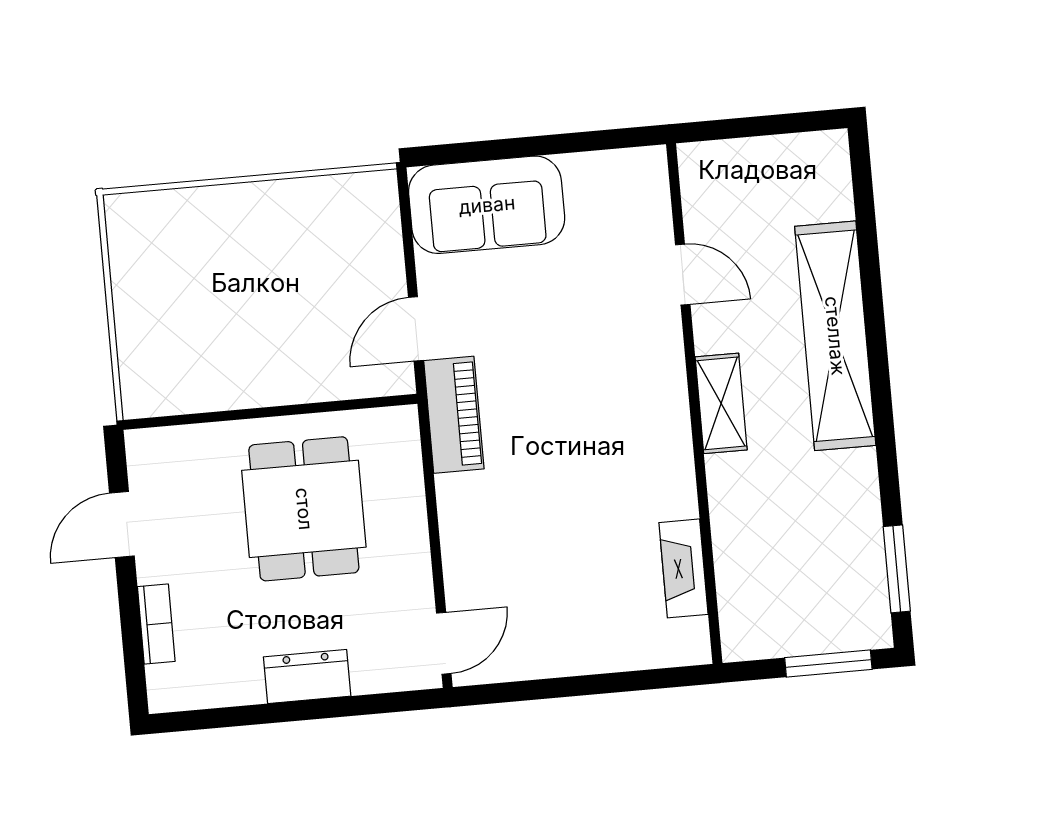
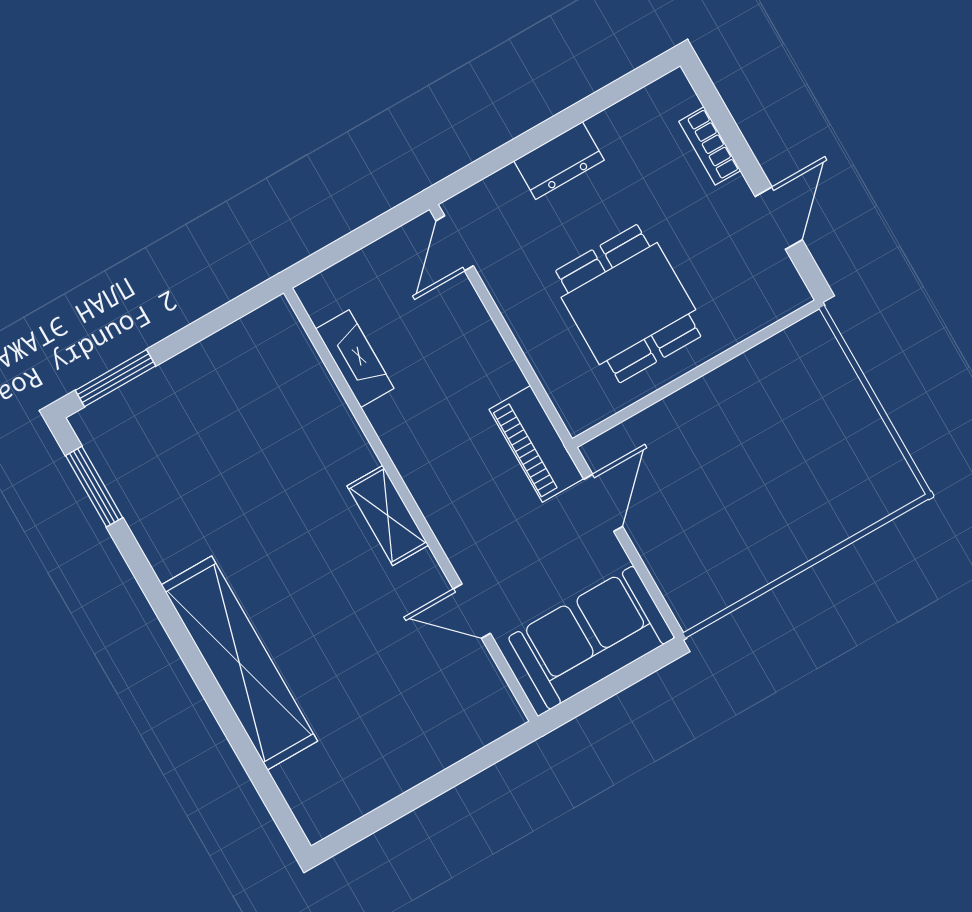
door: (683, 275) -> (472, 611), moved
shelving: (721, 403) -> (388, 515), moved
wall: (694, 404) -> (411, 505), moved
fireplace: (683, 568) -> (355, 359), moved

